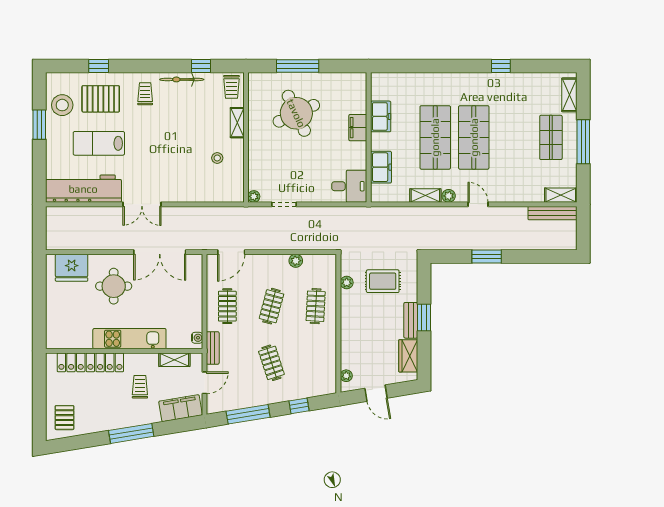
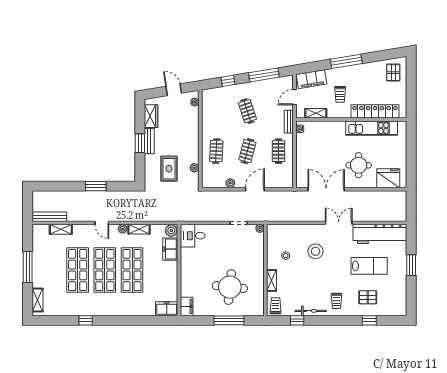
pallet: (101, 99) -> (368, 297), width x0.67, depth x0.71
stool: (62, 105) -> (315, 251), moved
round table: (296, 113) -> (230, 287), turned 31
freezer: (381, 116) -> (167, 309), moved, turned 90
window: (39, 125) -> (411, 265), moved
filing cabinet: (358, 128) -> (187, 306), moved
shop shelf: (551, 137) -> (78, 270), moved, width x1.43, depth x1.36
plant: (380, 193) -> (171, 231), added
shelving: (561, 195) -> (61, 229), moved
door: (231, 252) -> (255, 189), moved
rug: (383, 281) -> (169, 169), turned 90
kitchen unit: (129, 339) -> (372, 128), moved

